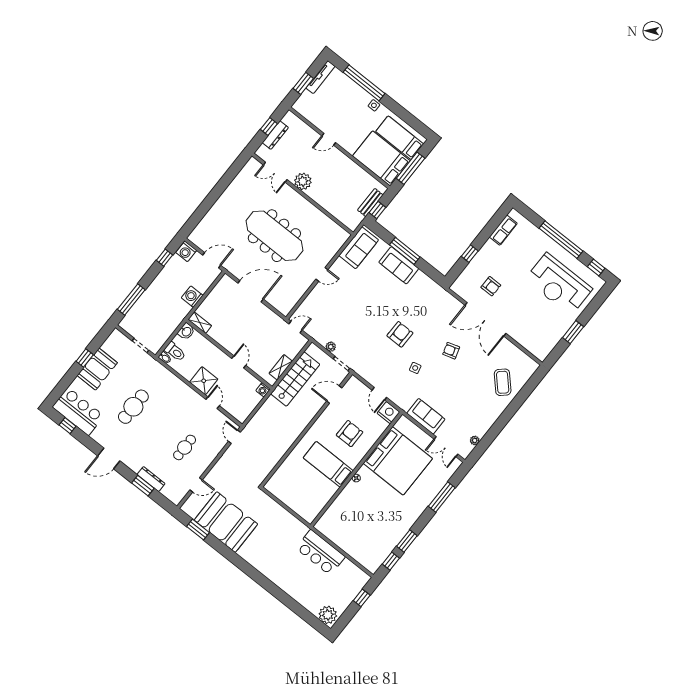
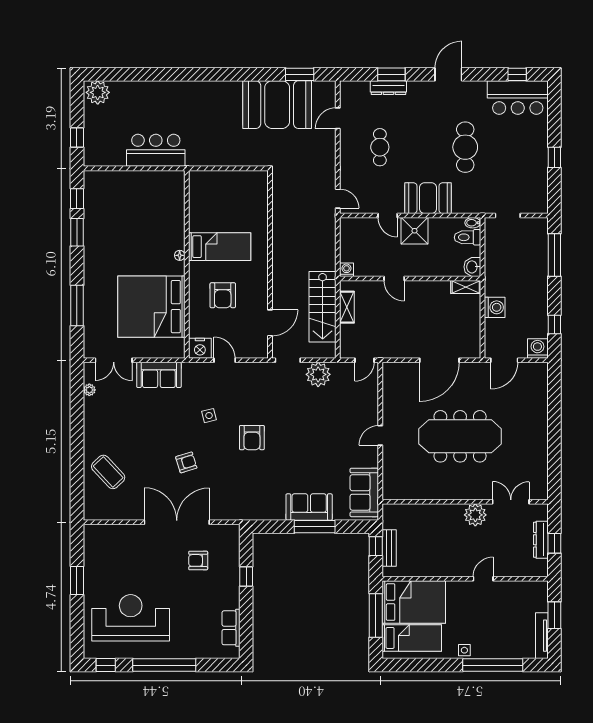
plant: (331, 347) -> (318, 374), width x1.88, depth x1.88
booth: (97, 369) -> (428, 198), moved, turned 90
double door: (446, 447) -> (114, 360), swing flipped

